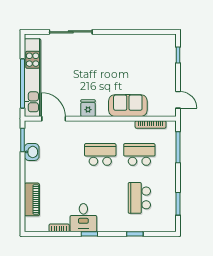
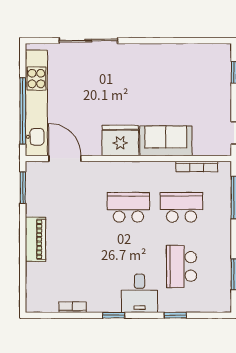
fridge: (88, 108) -> (120, 141), width x1.88, depth x1.34
washbasin: (32, 152) -> (35, 204), removed
piano: (32, 199) -> (35, 239), moved
desk: (83, 218) -> (140, 293), moved

